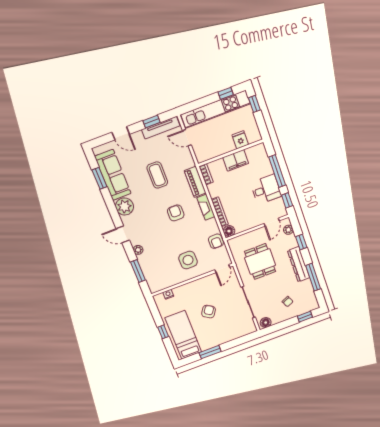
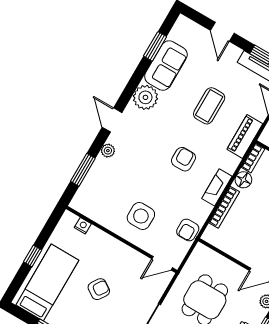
sofa: (113, 175) -> (166, 66), width x0.73
piano: (195, 182) -> (245, 136), moved
floor lamp: (229, 231) -> (243, 180), moved

